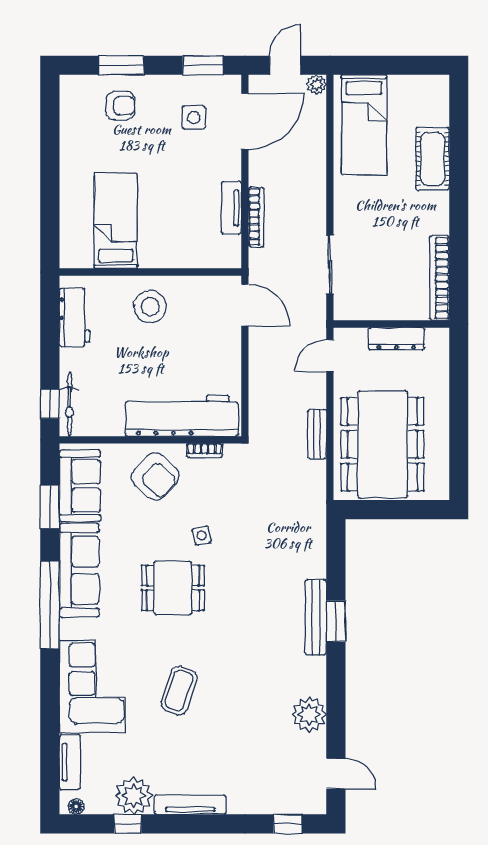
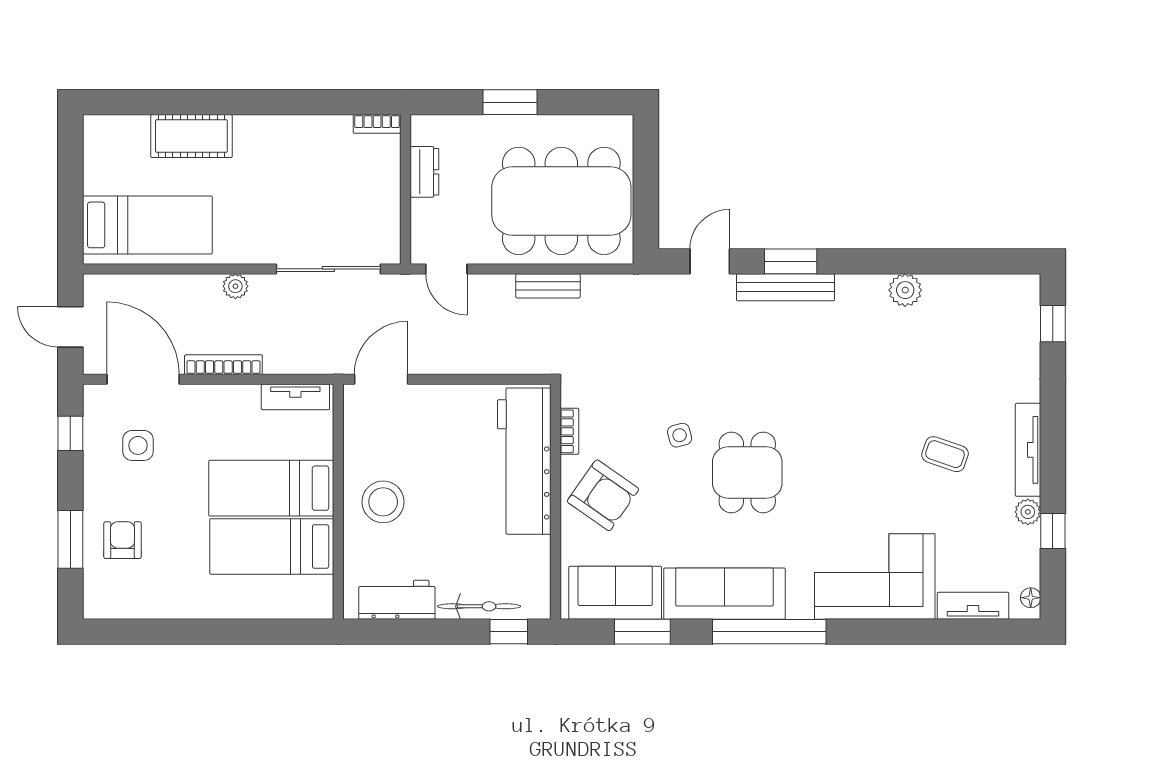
window: (203, 65) -> (70, 433), width x0.67
plant: (317, 84) -> (235, 286), moved
tv unit: (231, 208) -> (295, 397), moved
bookcase: (256, 217) -> (223, 365), moved
bed: (161, 220) -> (271, 488), added
sliding door: (330, 264) -> (328, 269), width x1.37
bookcase: (440, 278) -> (377, 124), width x0.43, depth x0.76
dresser: (396, 339) -> (424, 172), width x0.70
bicycle: (70, 404) -> (479, 606), moved
window: (459, 405) -> (510, 102), added
armchair: (155, 476) -> (603, 495), turned 82
coffee table: (179, 691) -> (945, 454), moved, width x0.73, depth x0.77
plant: (309, 714) -> (905, 290), width x0.73, depth x0.73
door: (336, 774) -> (710, 261), moved
plant: (134, 796) -> (1028, 512), width x0.53, depth x0.53

